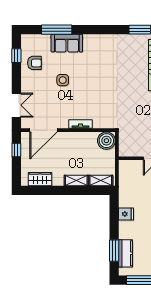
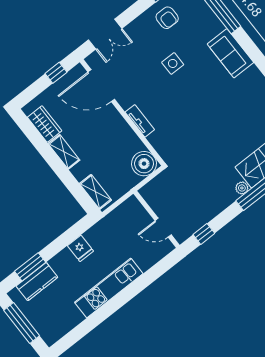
sofa: (67, 43) -> (230, 53), moved
shelving: (76, 180) -> (64, 152), moved

